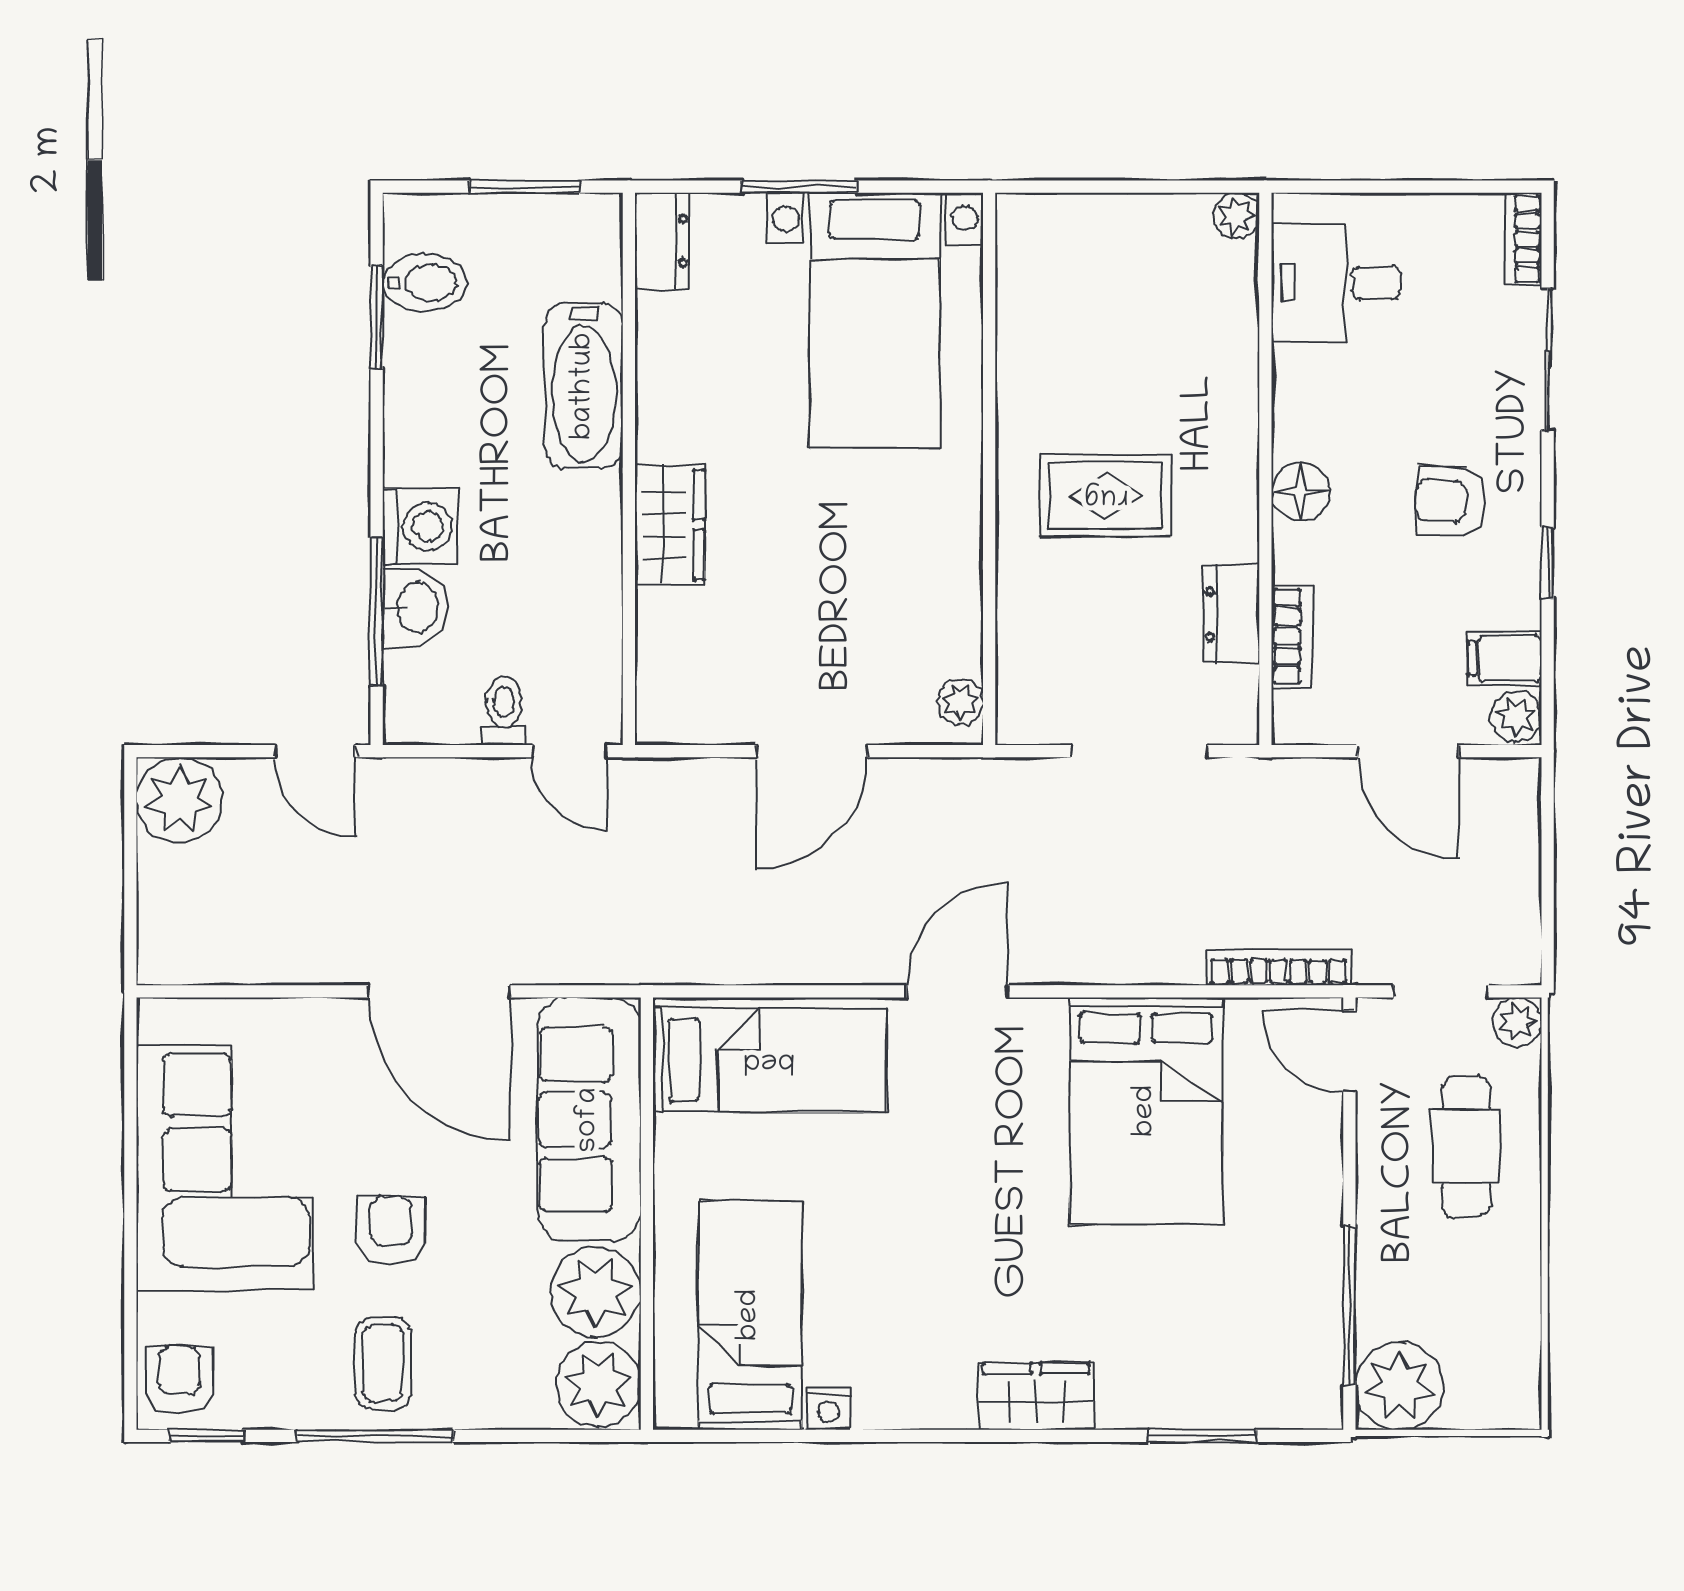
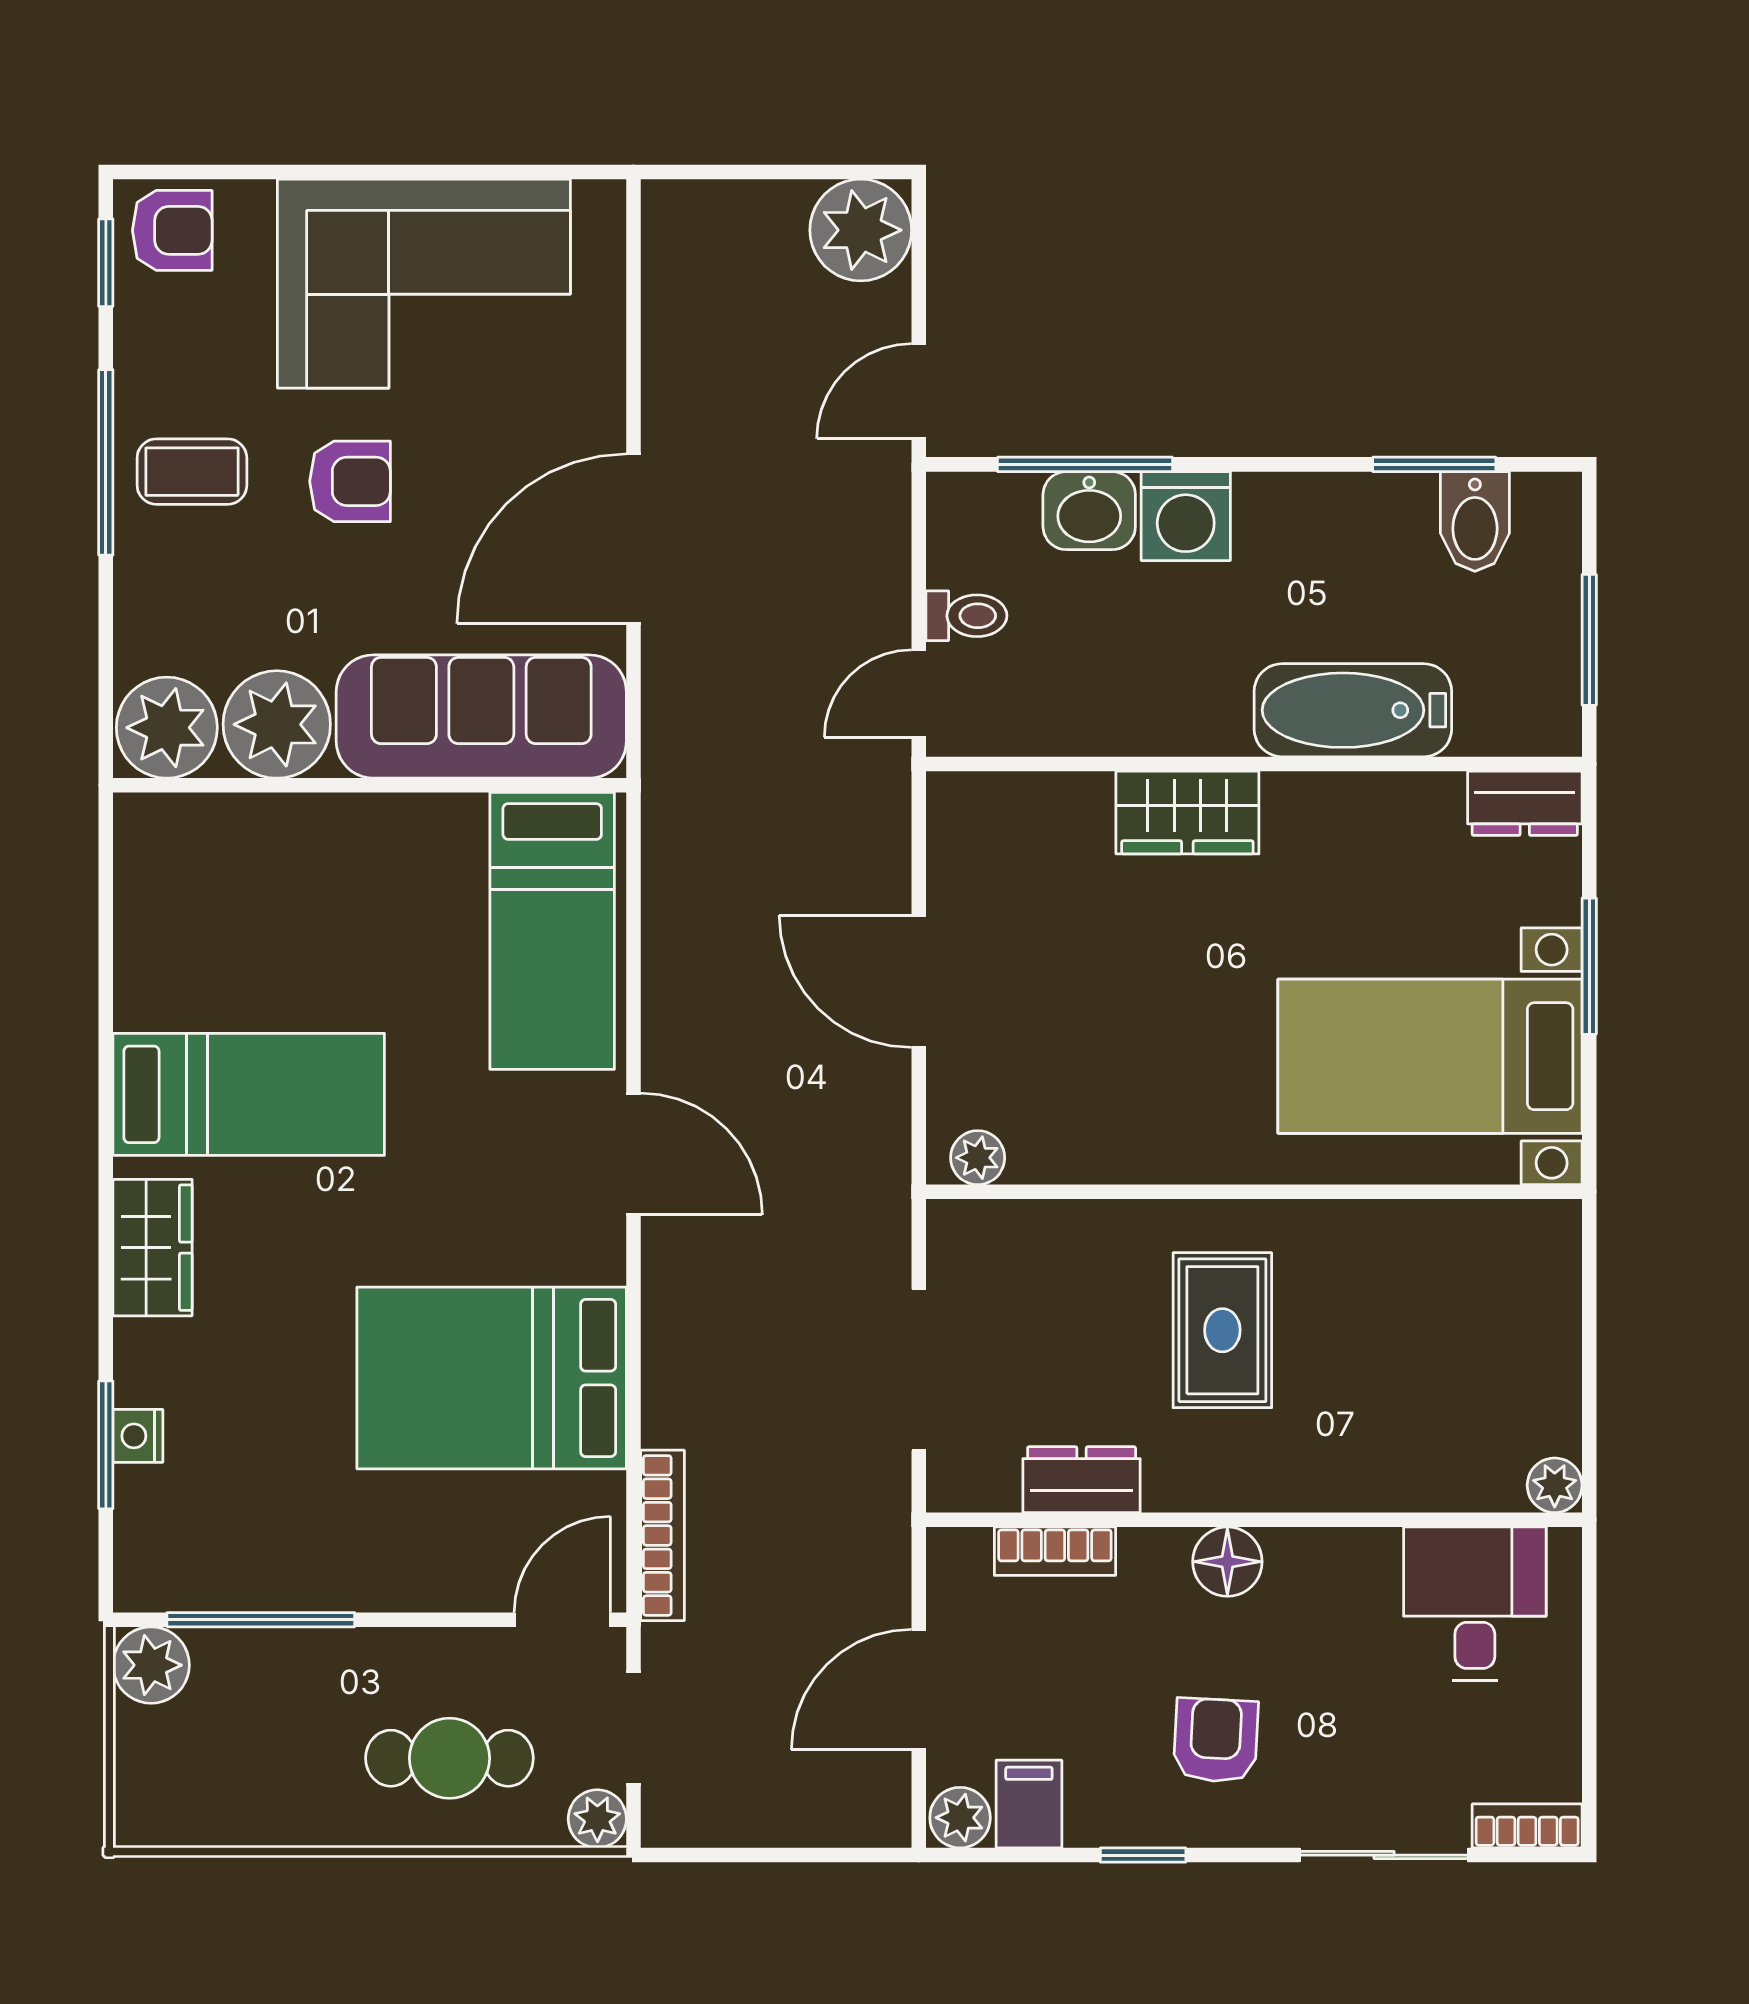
bed: (750, 1315) -> (249, 1094), moved
plant: (1399, 1386) -> (151, 1665), width x0.73, depth x0.73
nightstand: (829, 1409) -> (138, 1436), moved

